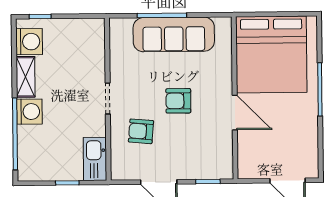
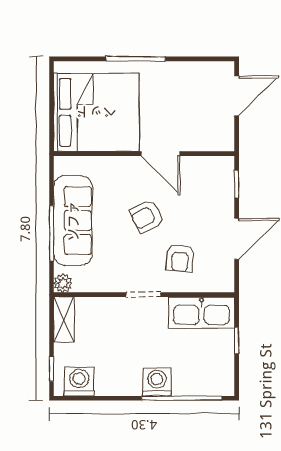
plant: (117, 26) -> (63, 283), added
shelving: (26, 77) -> (64, 320), moved, turned 90
armchair: (178, 101) -> (147, 216), turned 62
door: (235, 113) -> (161, 154), swing flipped
kitchen sink: (95, 159) -> (202, 313), width x1.36, depth x1.24

